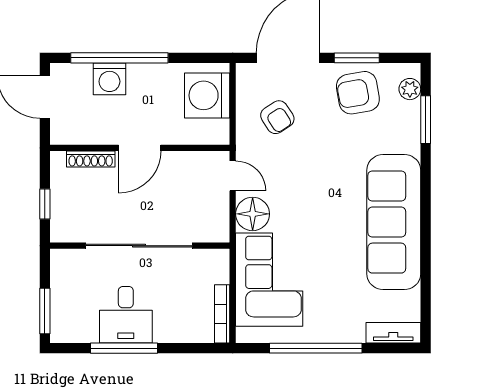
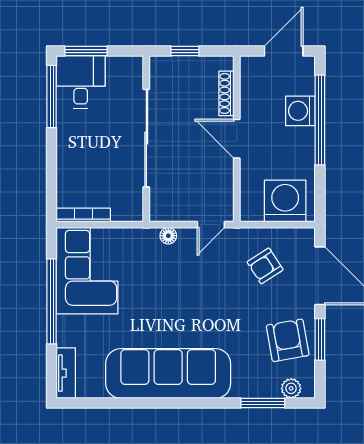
floor lamp: (253, 214) -> (168, 236), width x0.53, depth x0.53
corner sofa: (269, 280) -> (87, 271), moved, turned -90
desk: (126, 315) -> (81, 82), moved, turned 90
window: (124, 348) -> (52, 97), moved

